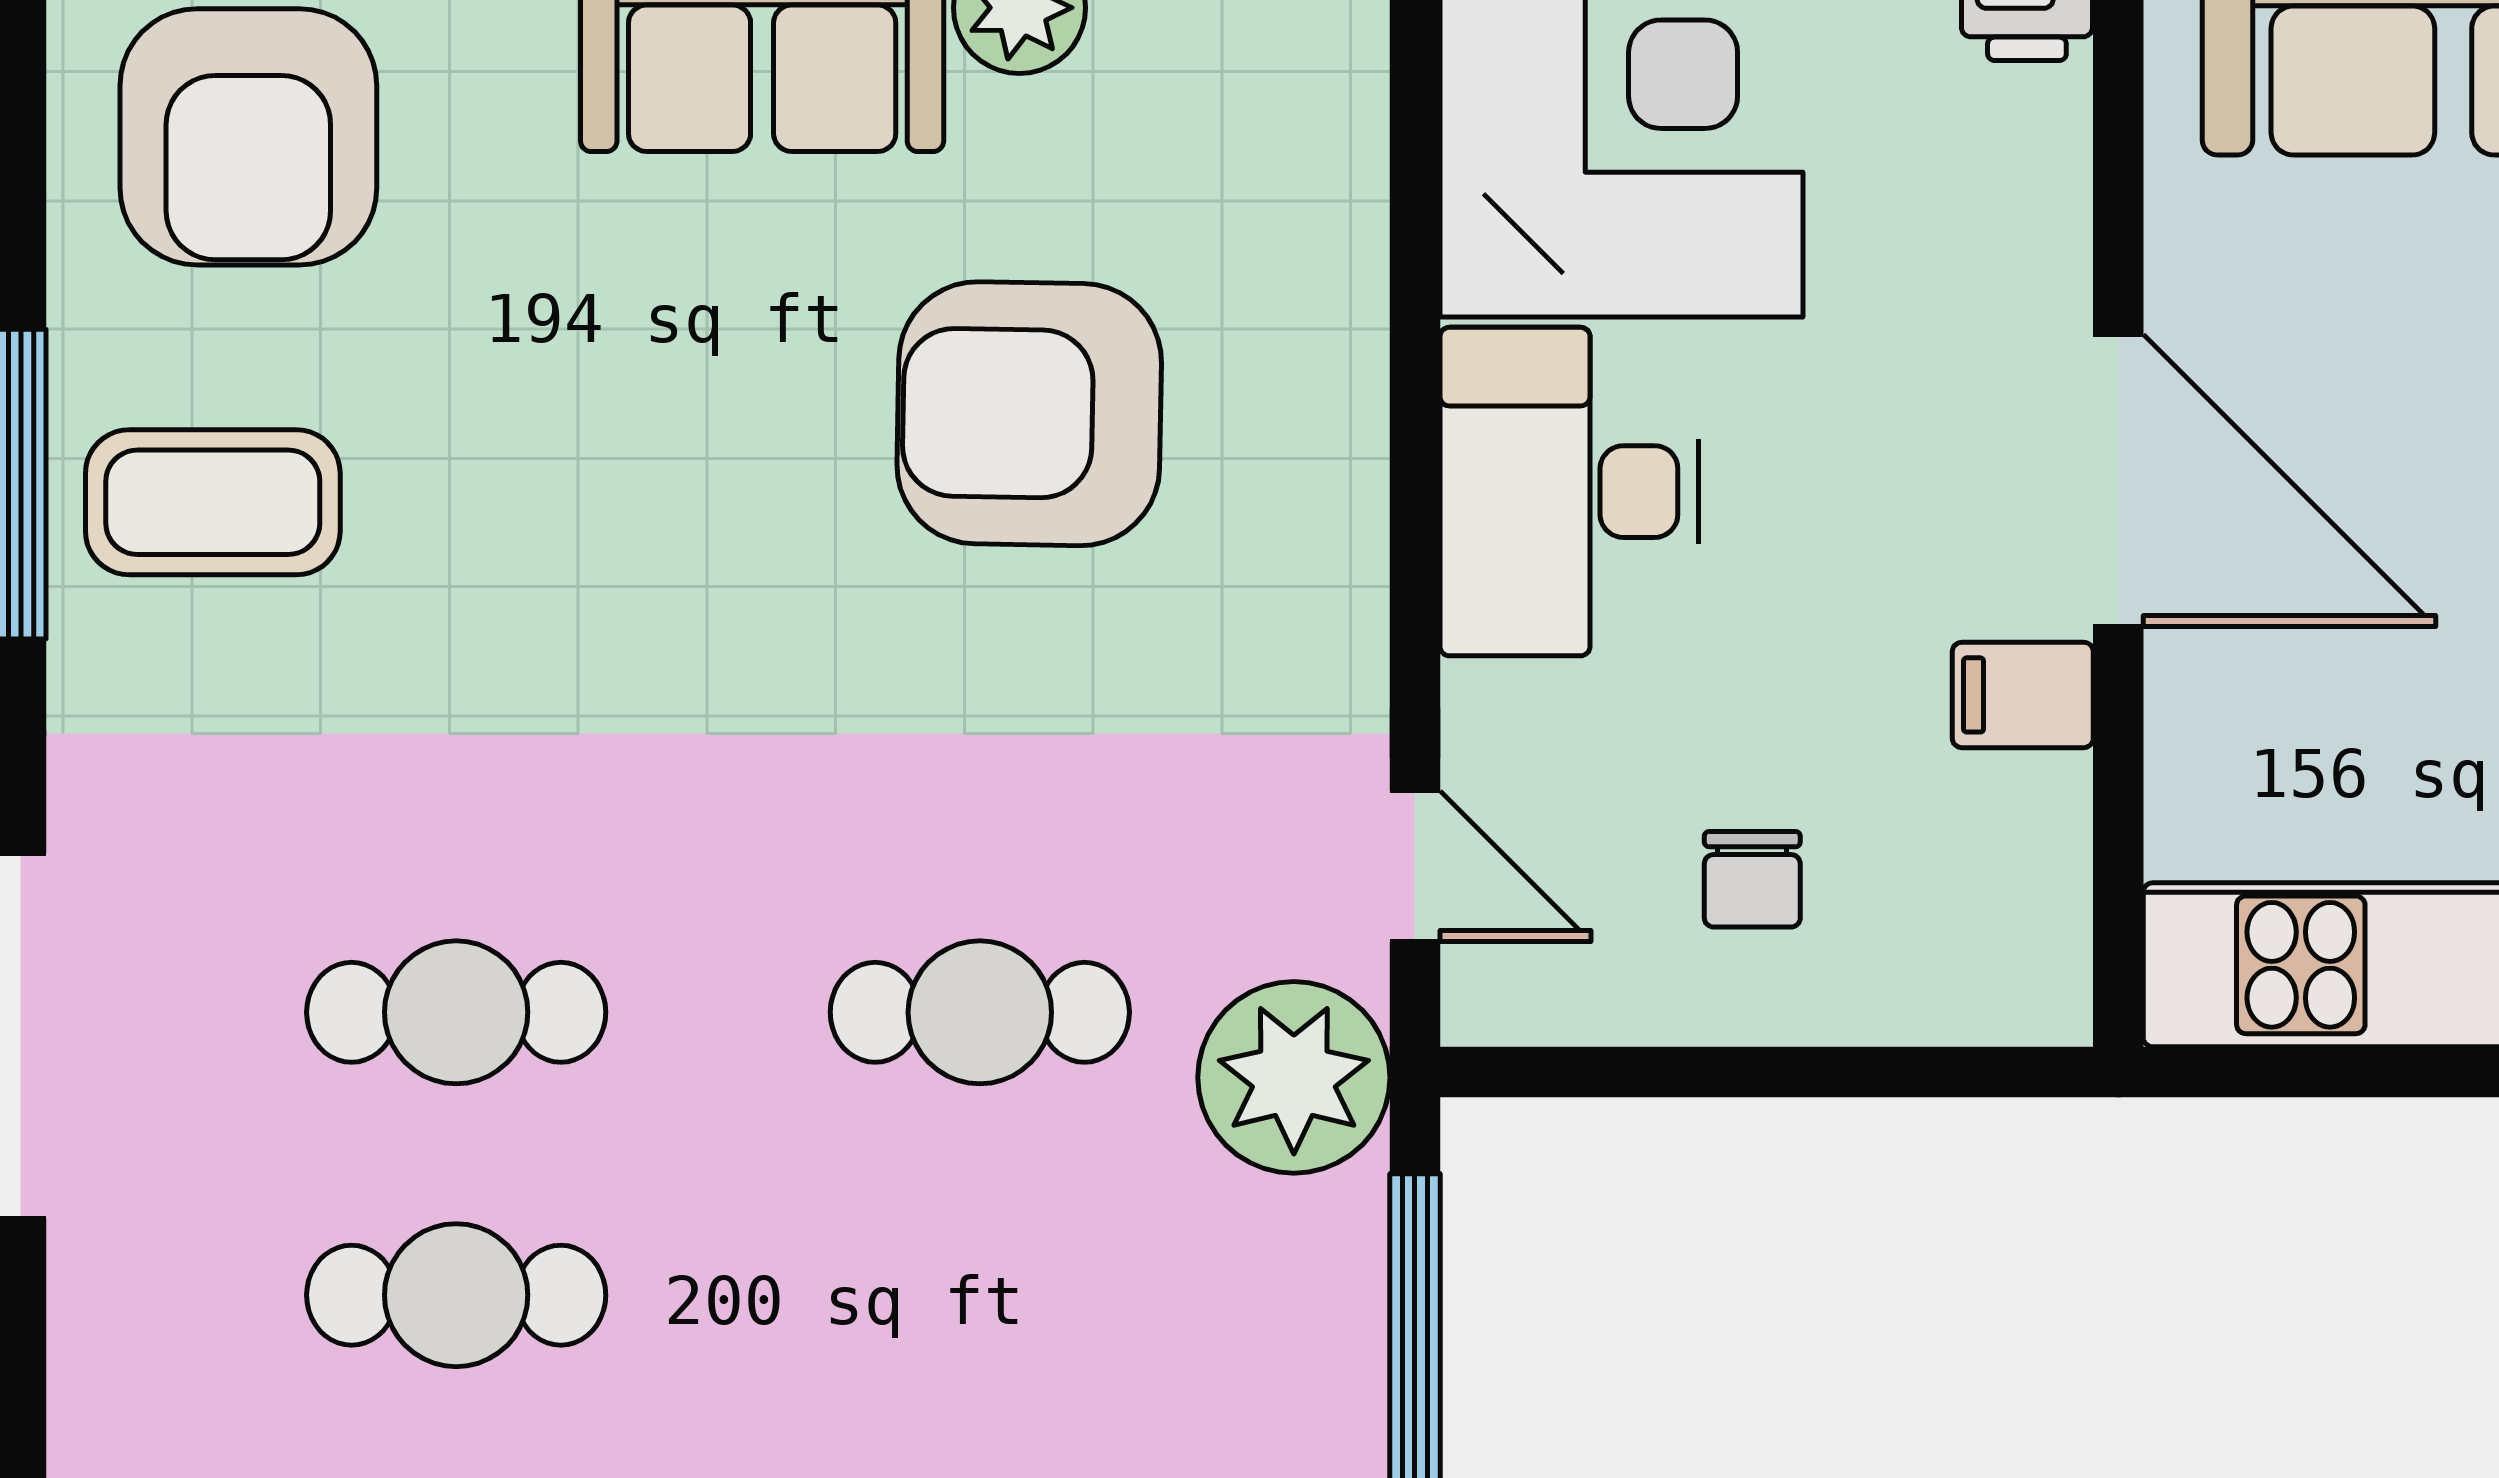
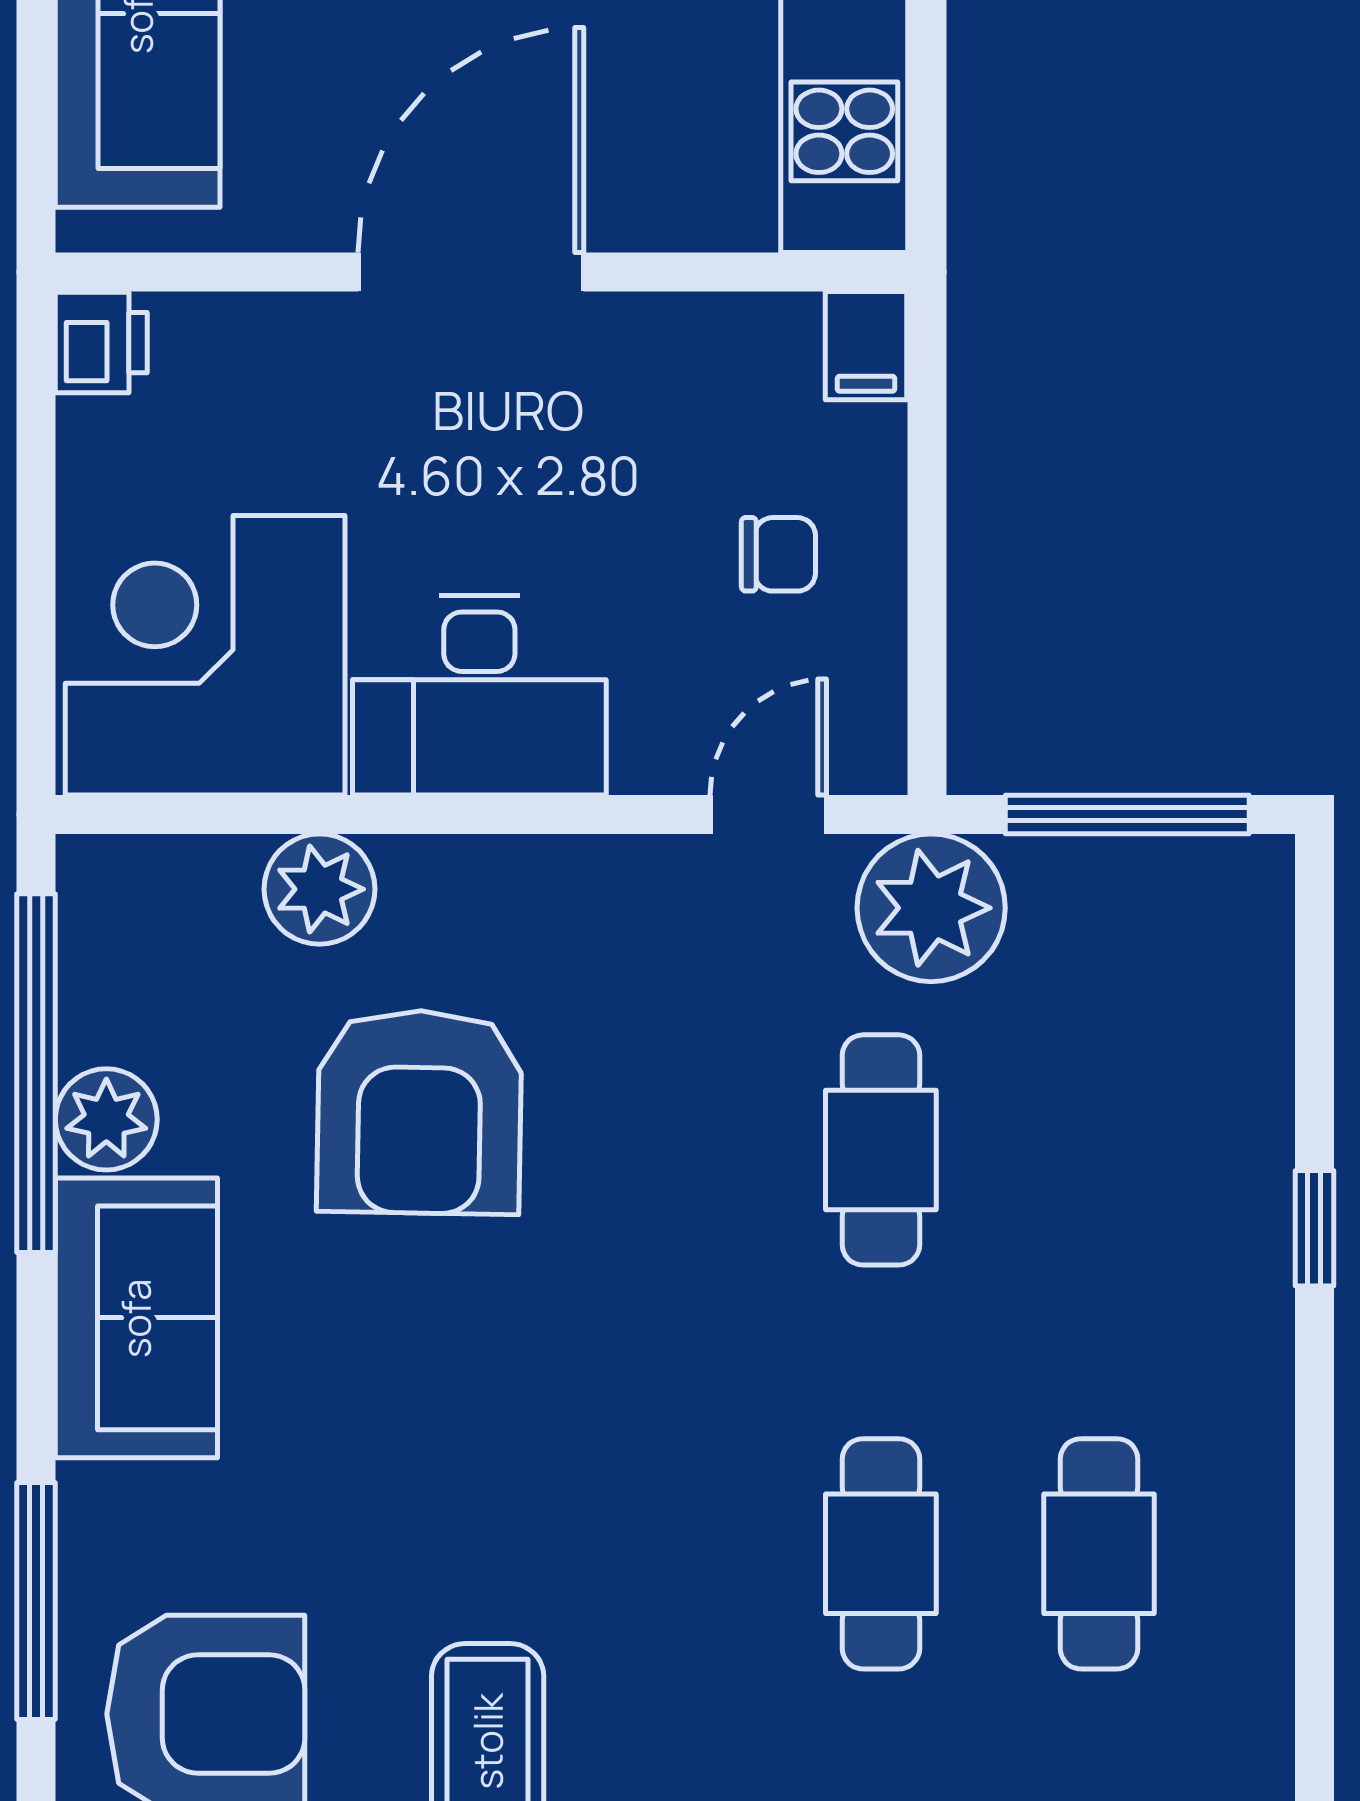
plant: (1318, 284) -> (319, 889), added
filing cabinet: (2023, 695) -> (866, 346), moved

